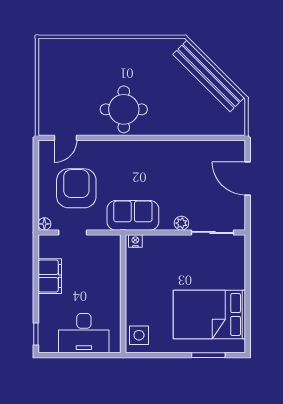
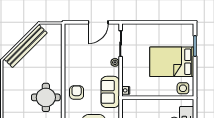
armchair: (132, 160) -> (77, 92), added
door: (248, 178) -> (98, 22), moved
bed: (209, 315) -> (172, 62), moved, turned 90

